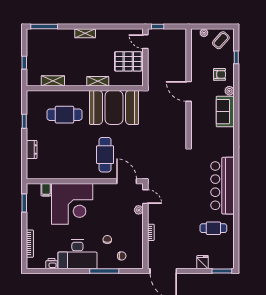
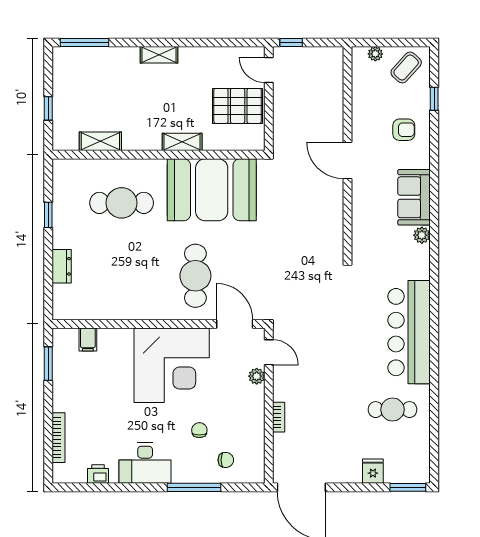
plant: (229, 91) -> (422, 235), moved
corner desk: (72, 204) -> (172, 365), moved
desk: (77, 254) -> (145, 463), width x0.73, depth x0.77

